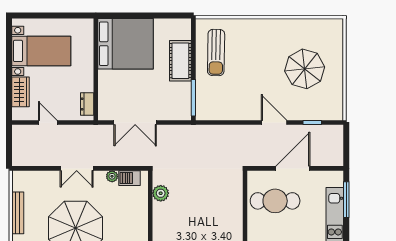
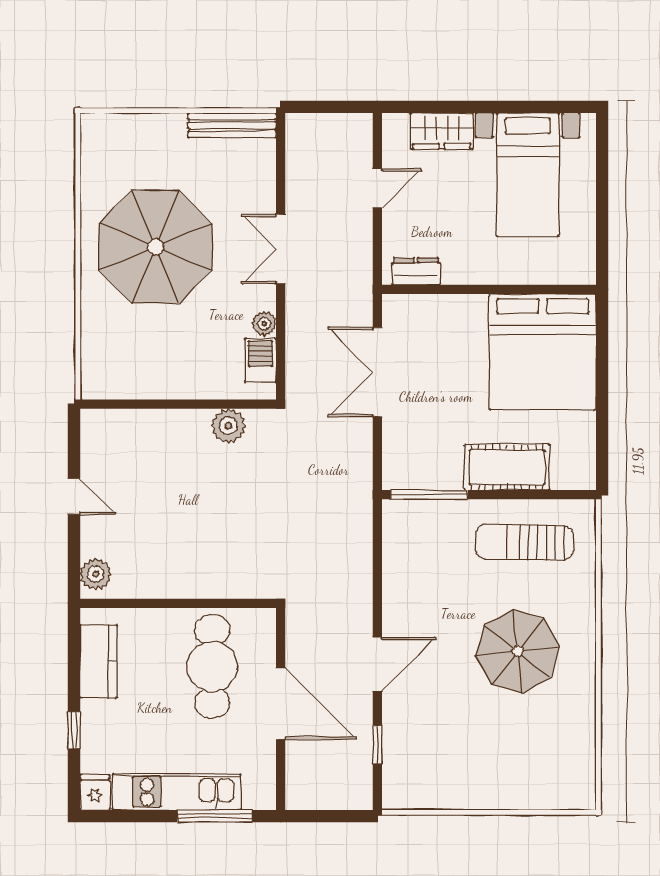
parasol: (305, 69) -> (518, 651), moved
bench: (18, 213) -> (232, 125), moved

